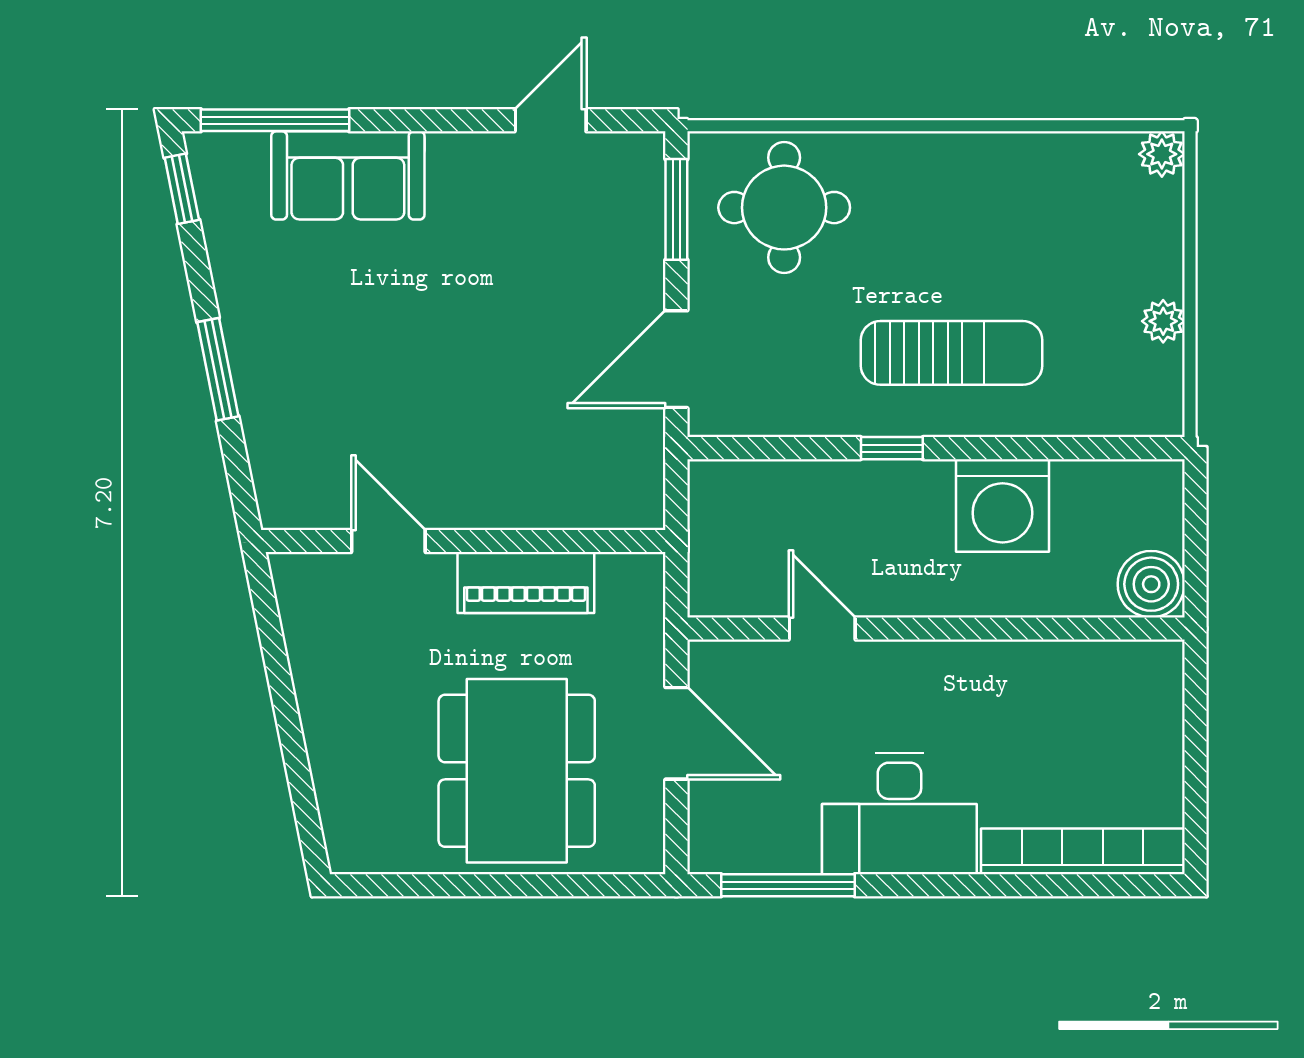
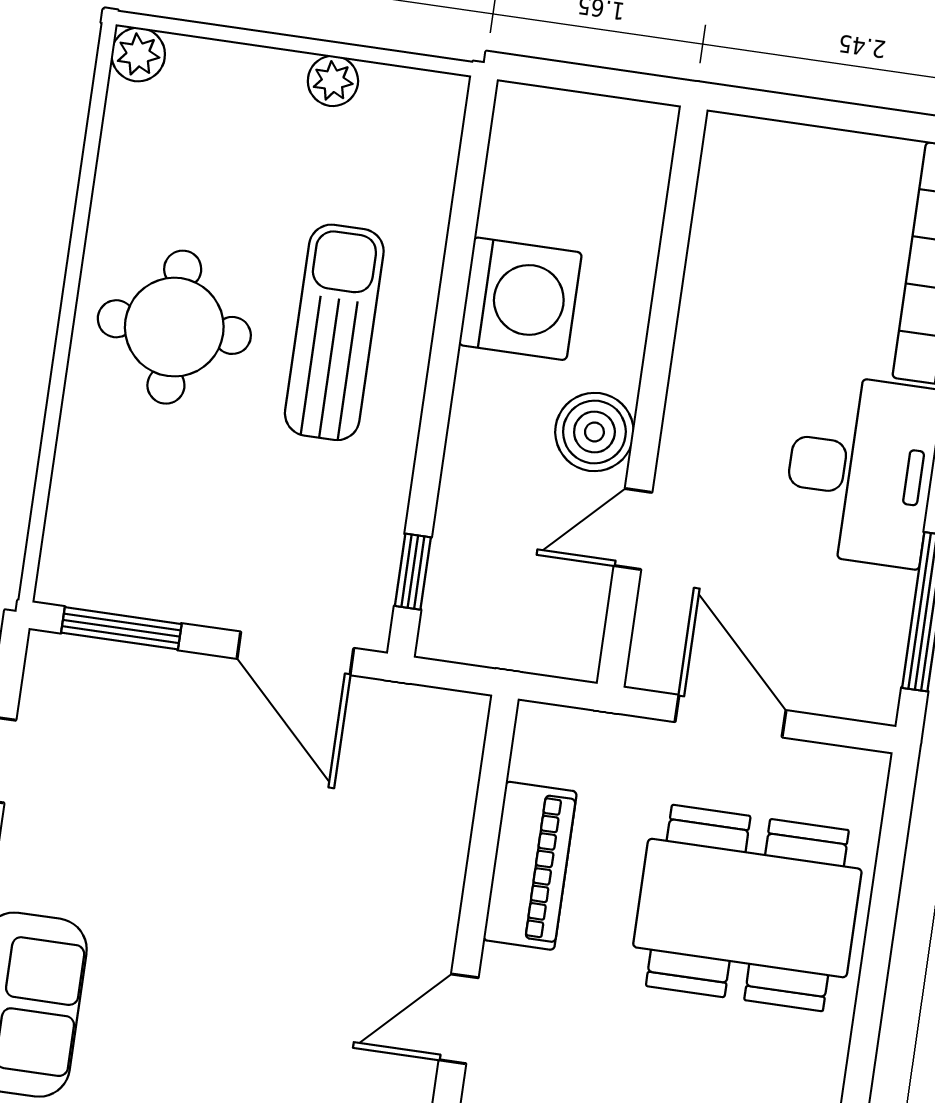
round table: (784, 208) -> (174, 327), moved
window: (892, 448) -> (413, 572), moved
boiler: (1151, 584) -> (594, 432), moved
door: (676, 733) -> (731, 716), hinge flipped

